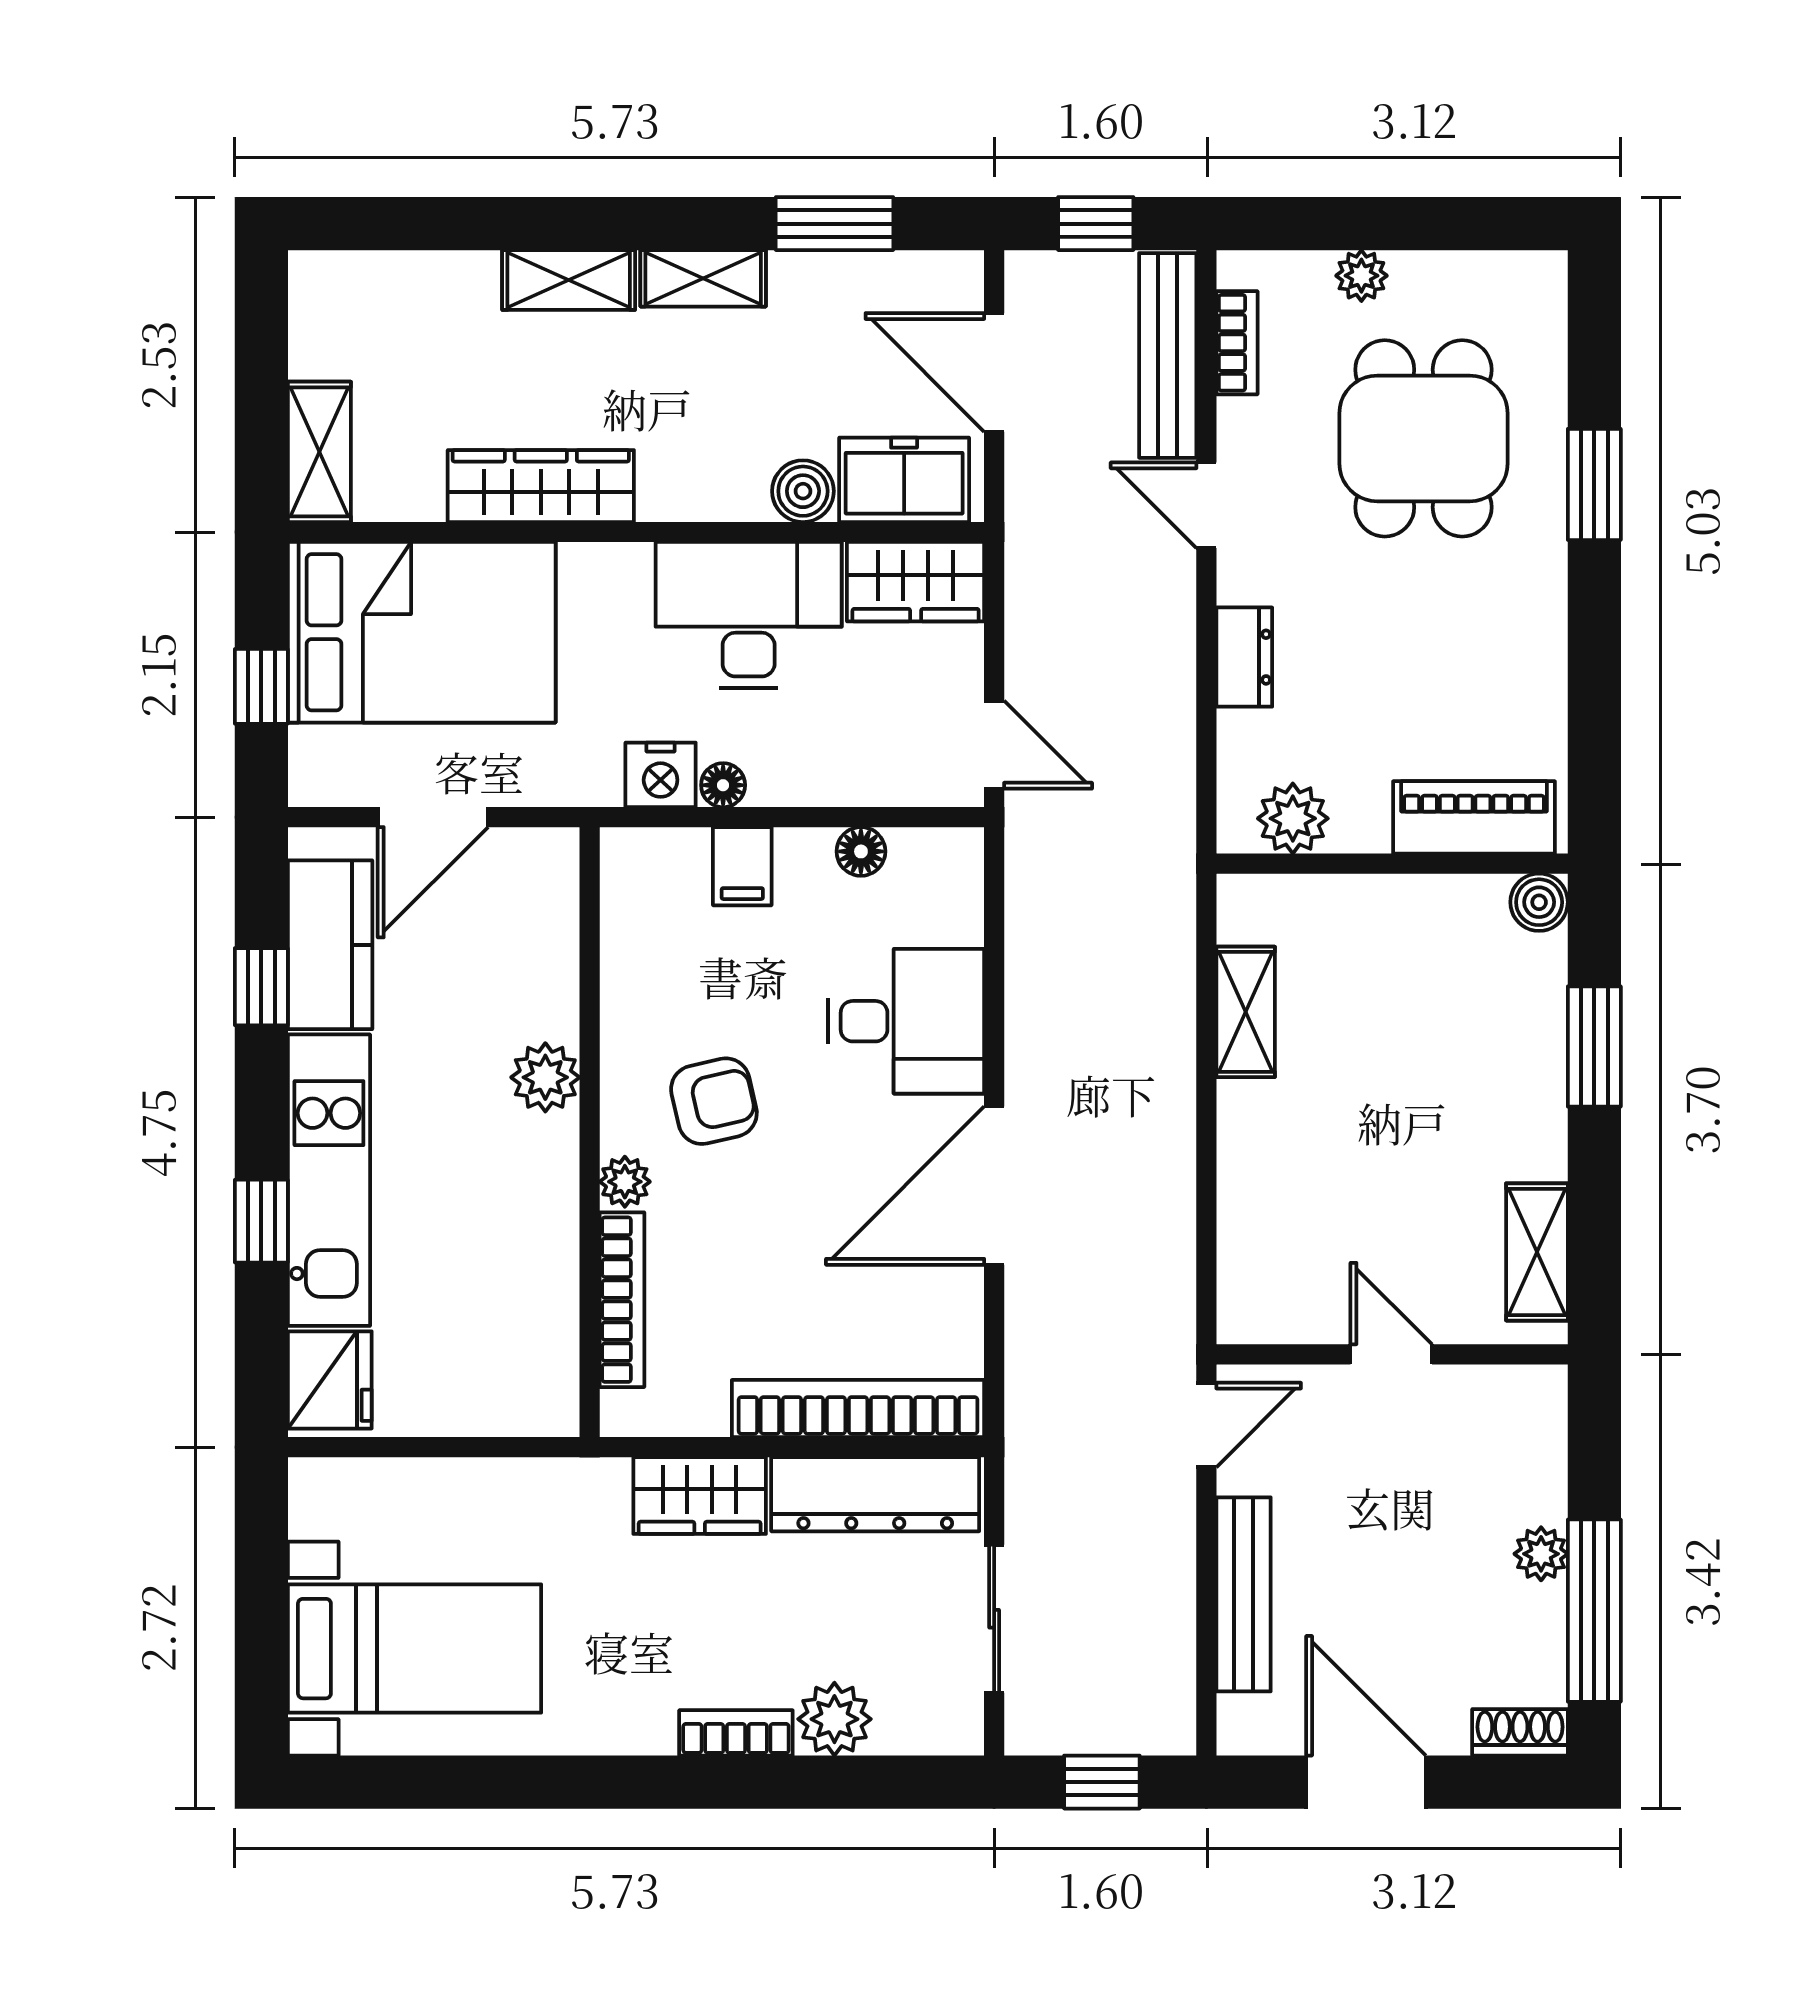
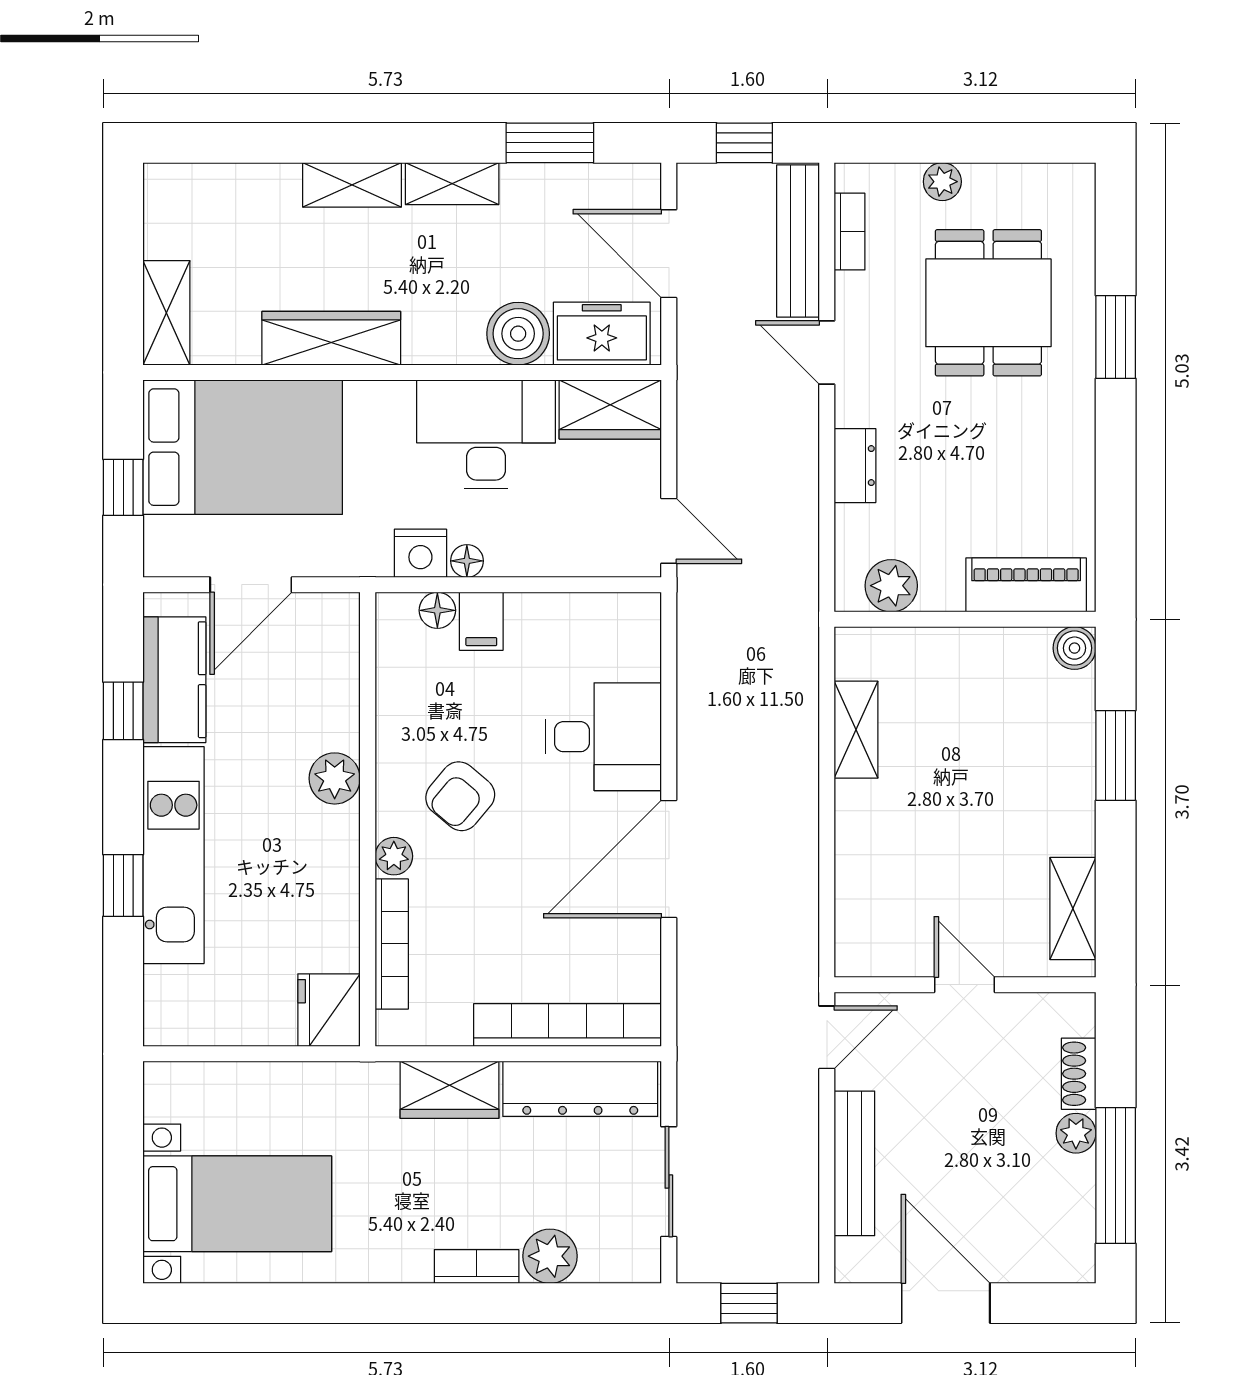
boiler: (803, 491) -> (518, 334), width x1.36, depth x1.36
floor lamp: (861, 851) -> (437, 610), moved
armchair: (714, 1101) -> (460, 796), turned 143
fridge: (330, 1380) -> (329, 1010), moved, turned 180
shoe rack: (1520, 1732) -> (1079, 1074), moved, turned -90

